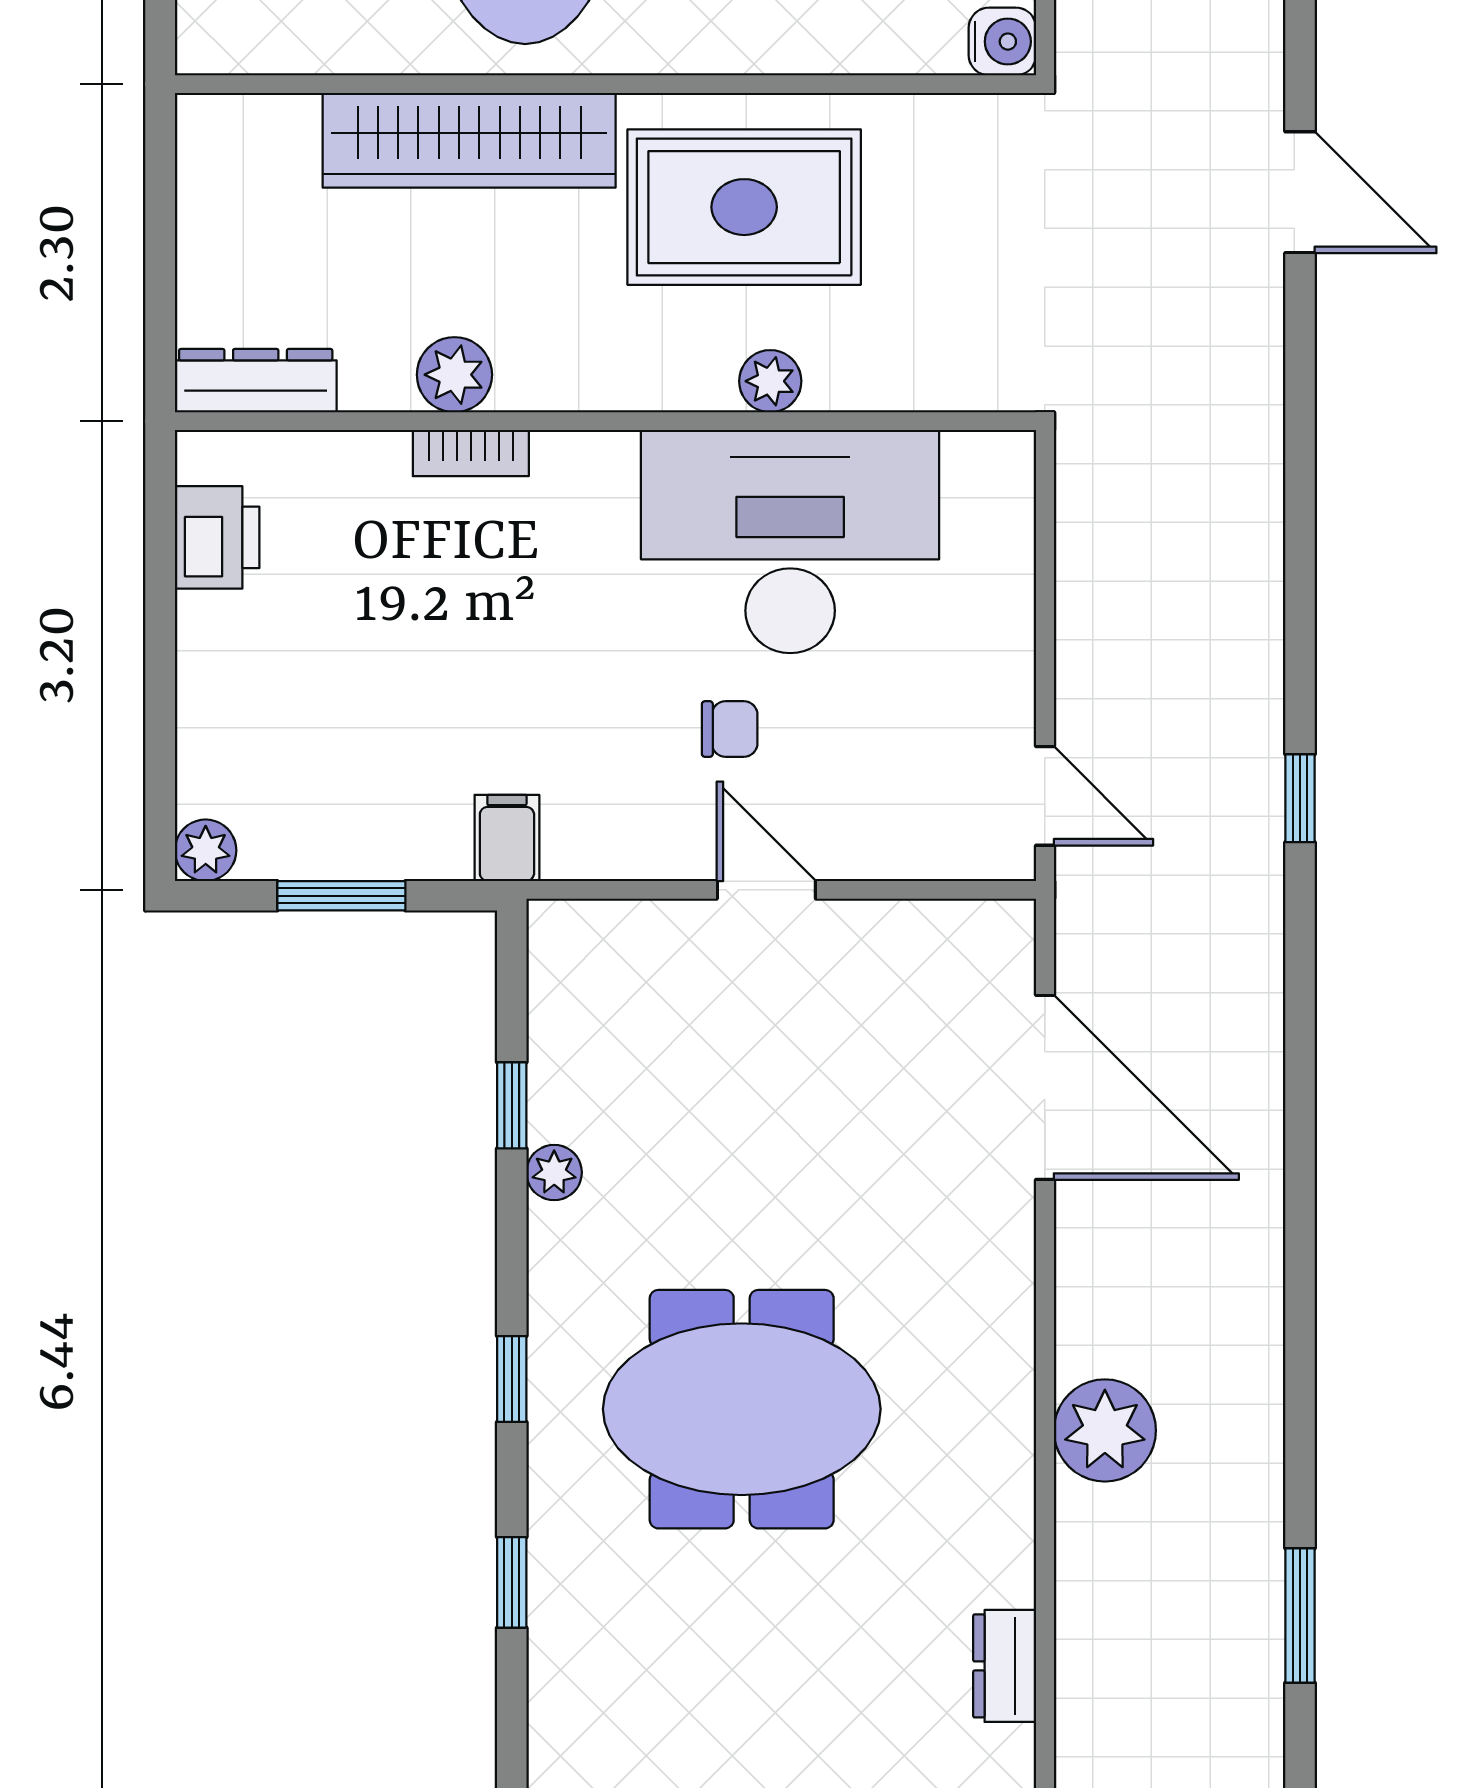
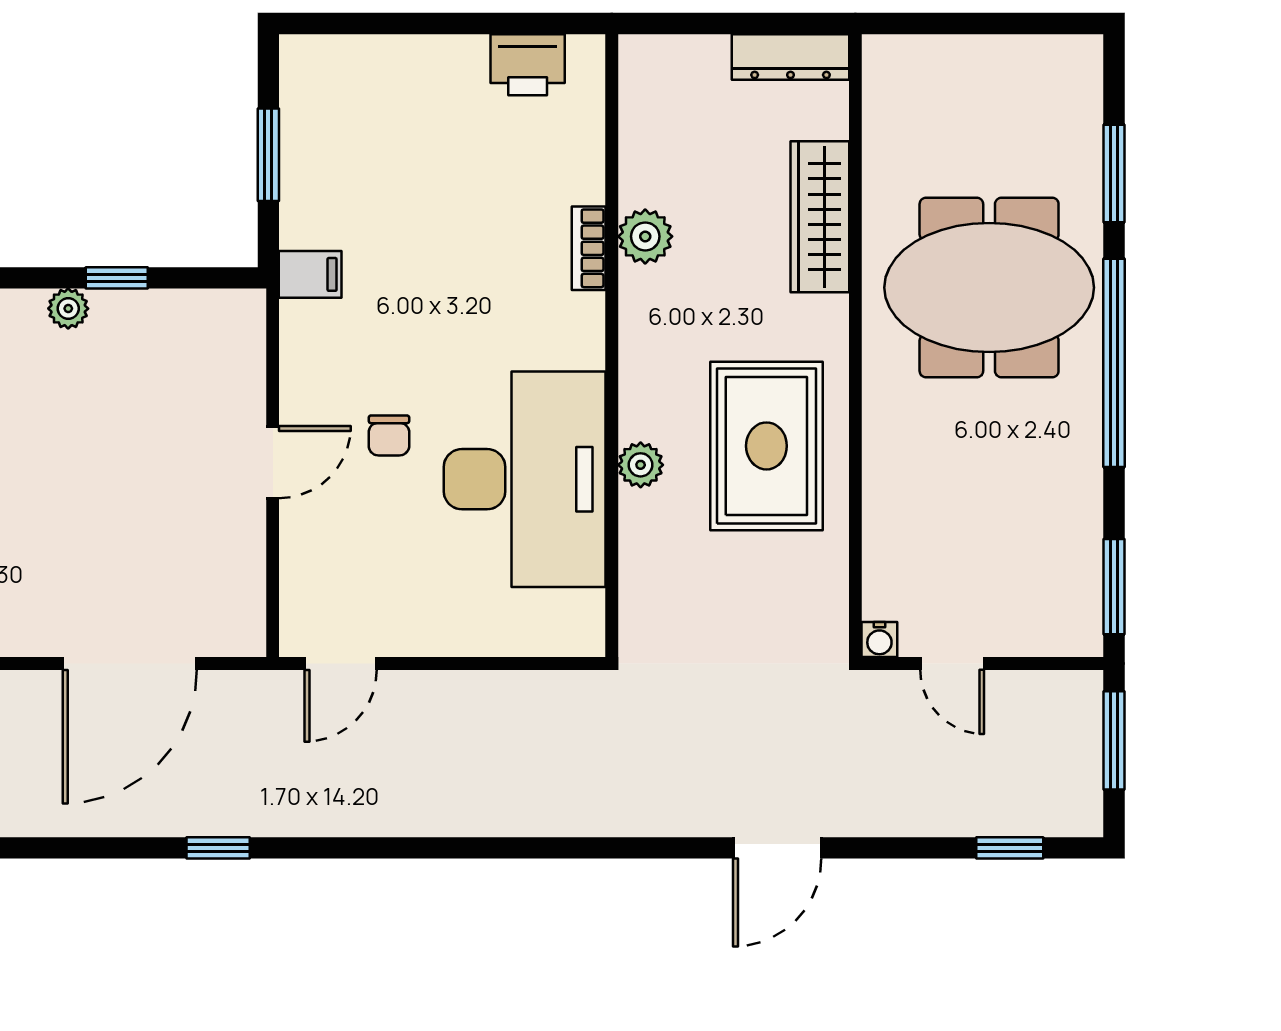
water cooler: (1002, 42) -> (879, 640), width x0.72, depth x0.72
wardrobe: (469, 140) -> (820, 217), width x0.71, depth x0.85
dresser: (256, 381) -> (791, 57), moved, turned 90
window: (1300, 798) -> (218, 848), moved
plant: (206, 850) -> (301, 56), removed

